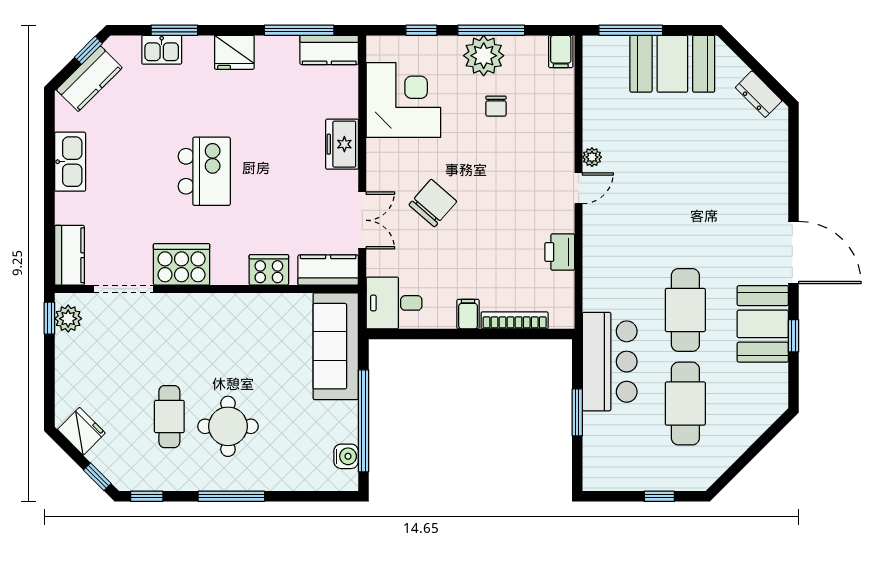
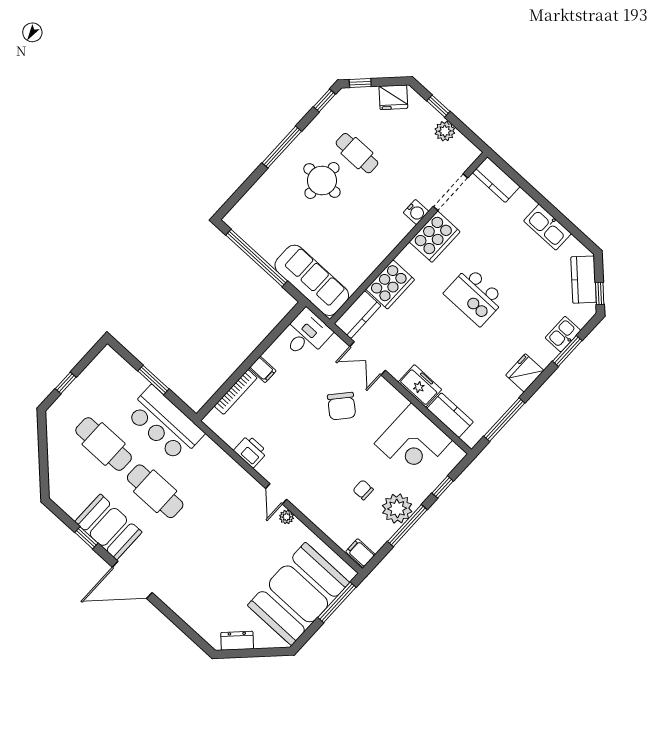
kitchen counter: (329, 50) -> (450, 415), moved, turned 90
booth: (672, 64) -> (298, 594), width x1.36, depth x1.42
cooker: (269, 270) -> (390, 284), width x1.37, depth x1.31
window: (49, 318) -> (438, 106), moved
plant: (68, 319) -> (445, 131), moved
water cooler: (346, 456) -> (416, 212), moved, turned -90

